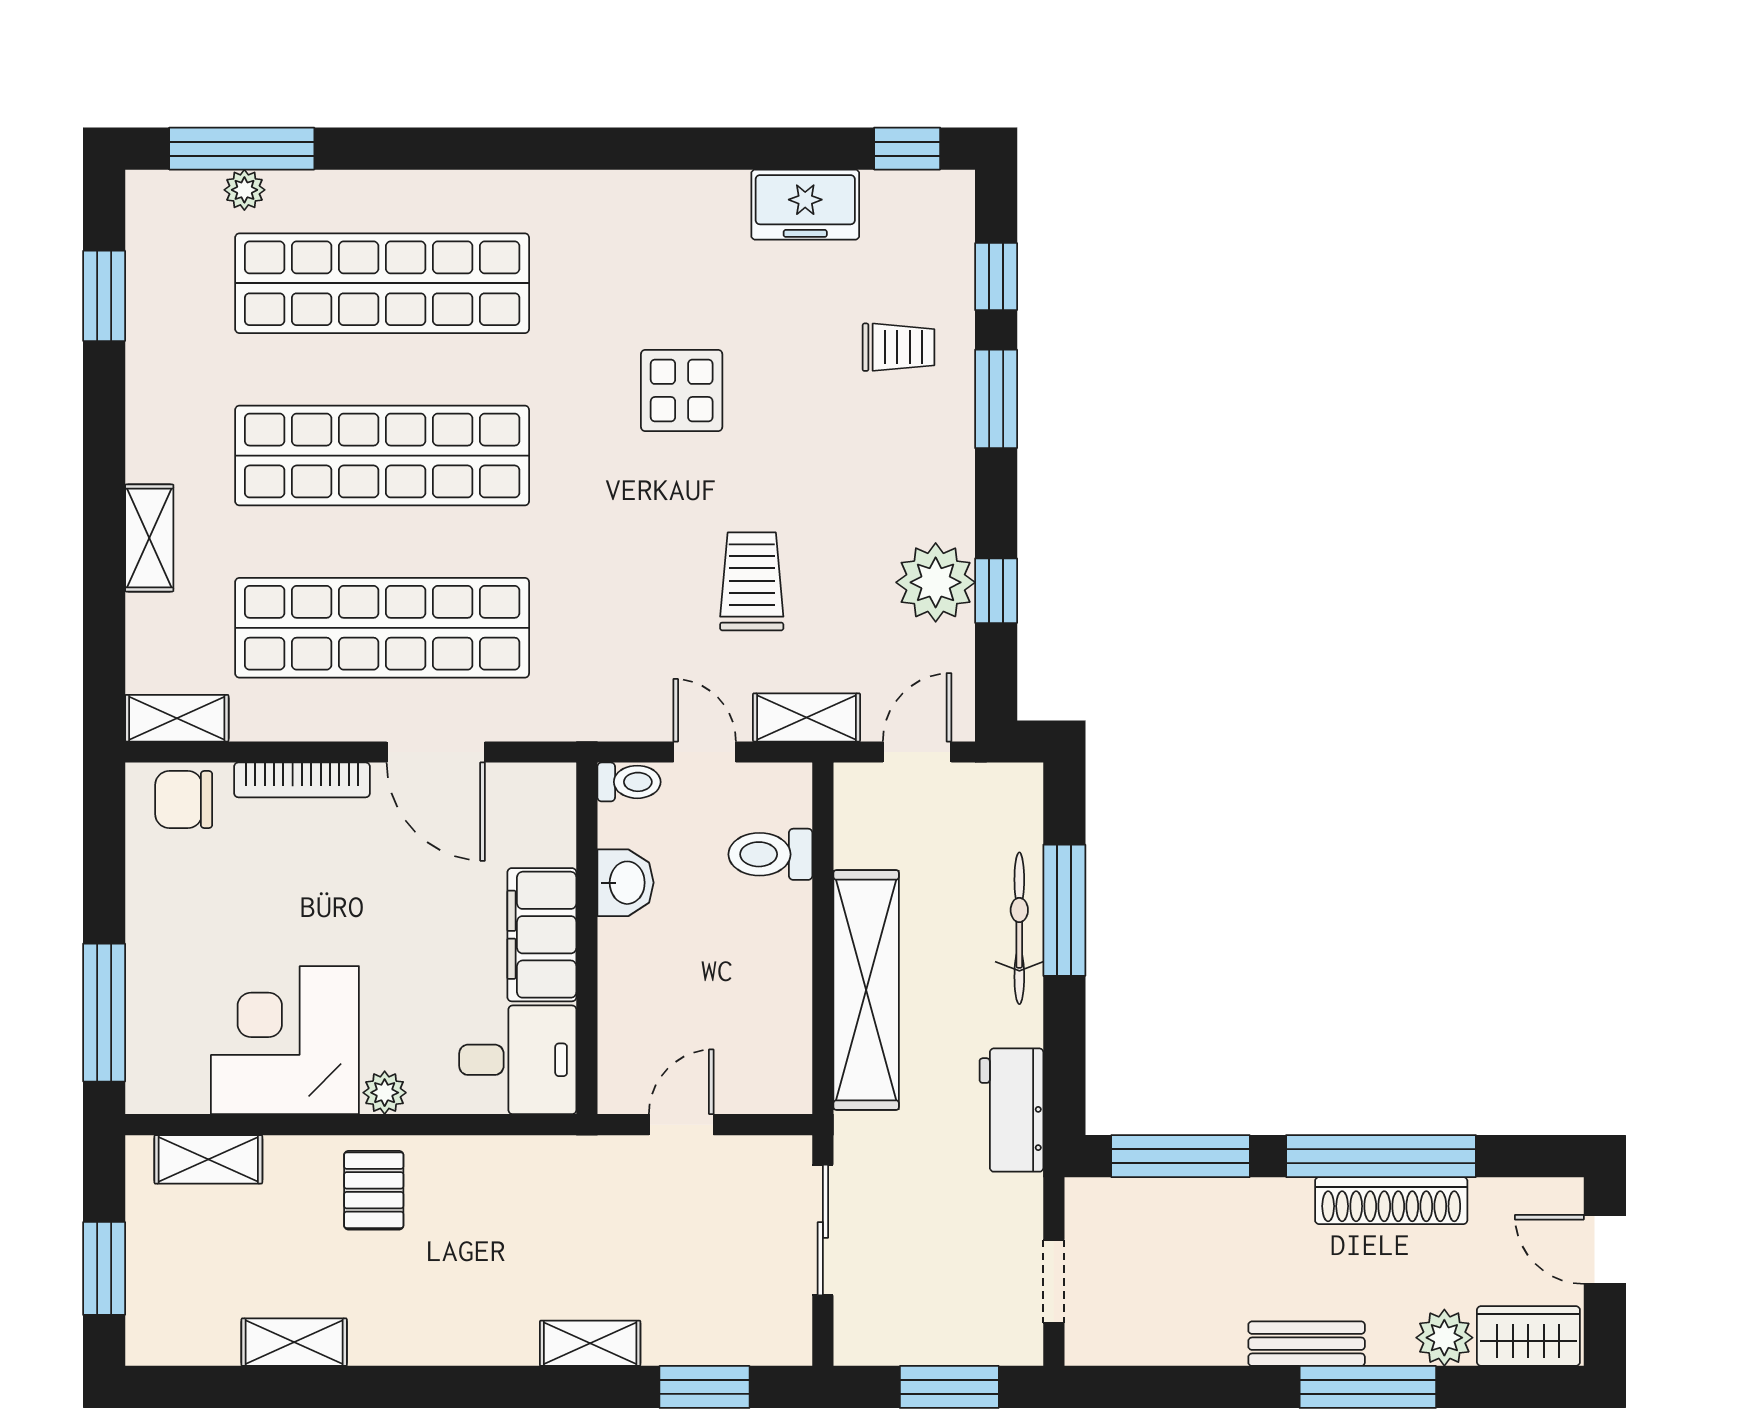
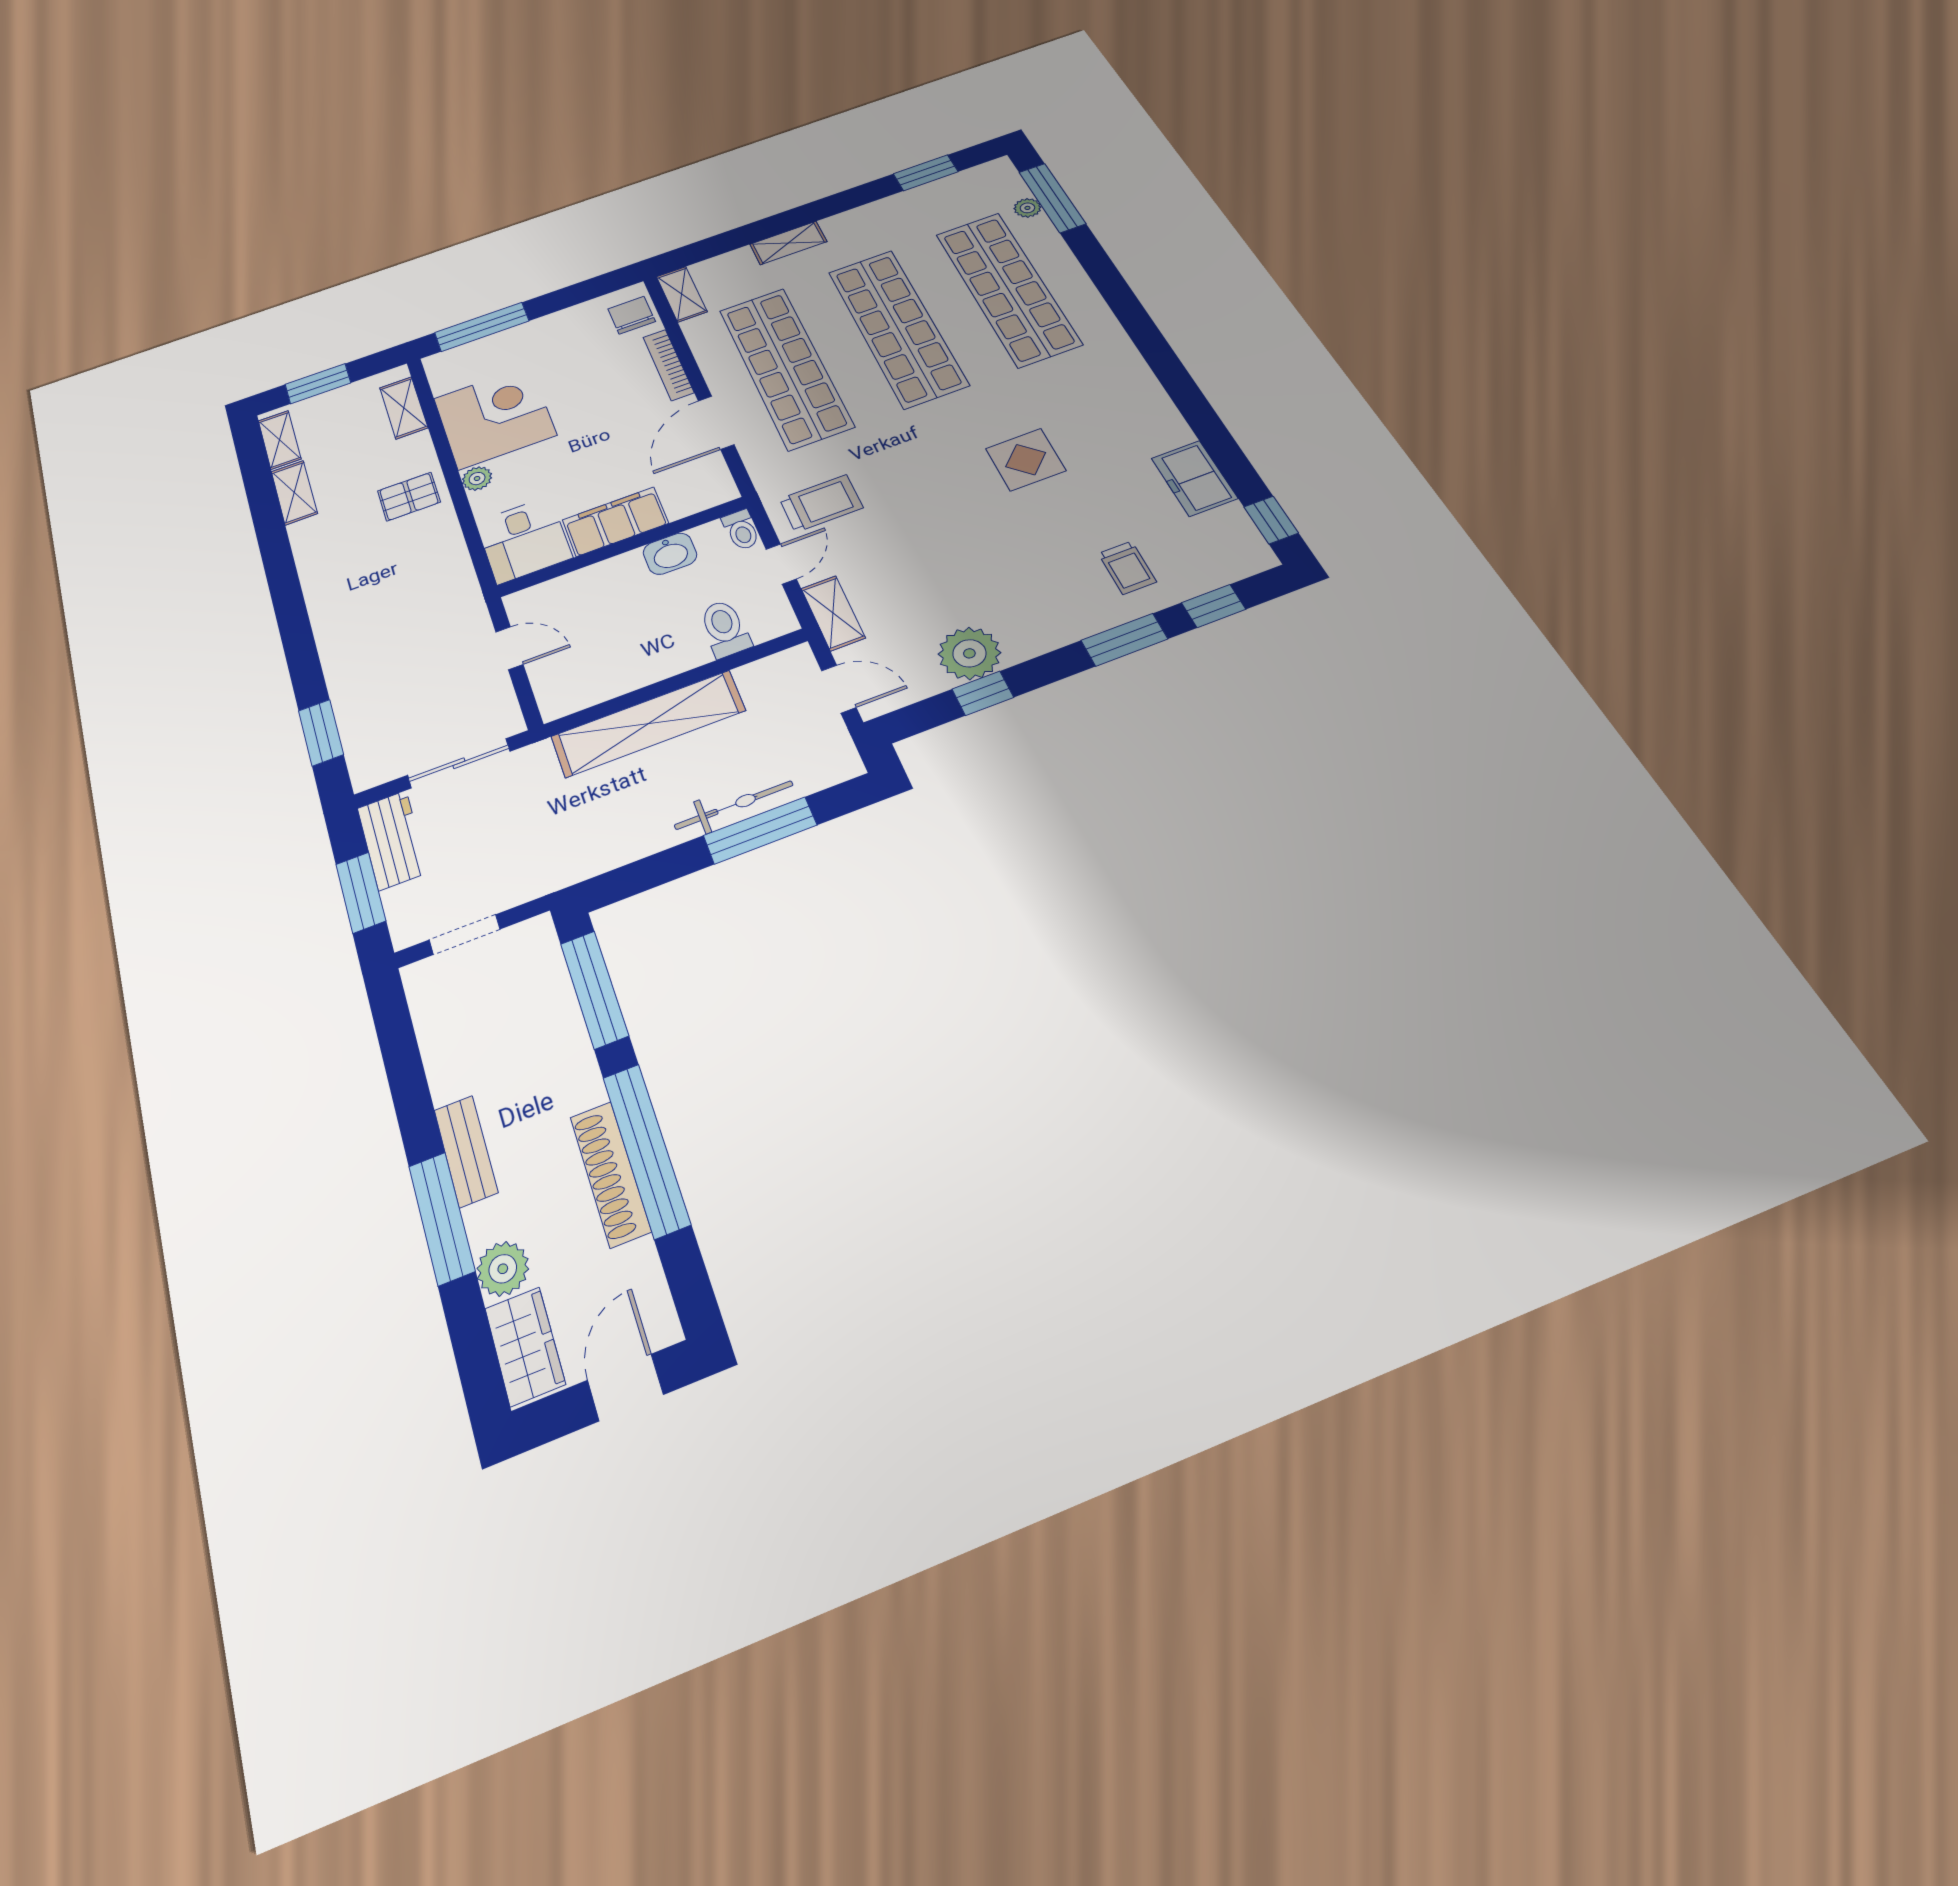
trolley: (752, 581) -> (821, 503), moved
workbench: (1011, 1110) -> (393, 840), moved, turned 90
shelving: (590, 1343) -> (280, 440), moved

